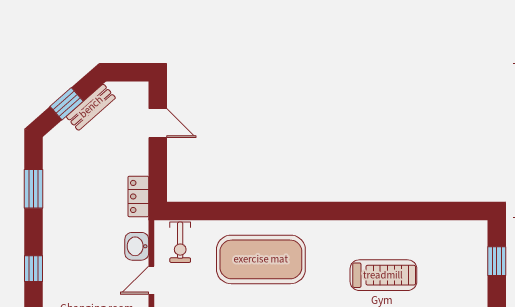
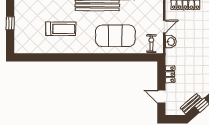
locker: (138, 196) -> (170, 74), moved
window: (497, 261) -> (10, 23), moved
treadmill: (383, 275) -> (61, 29), turned 180

